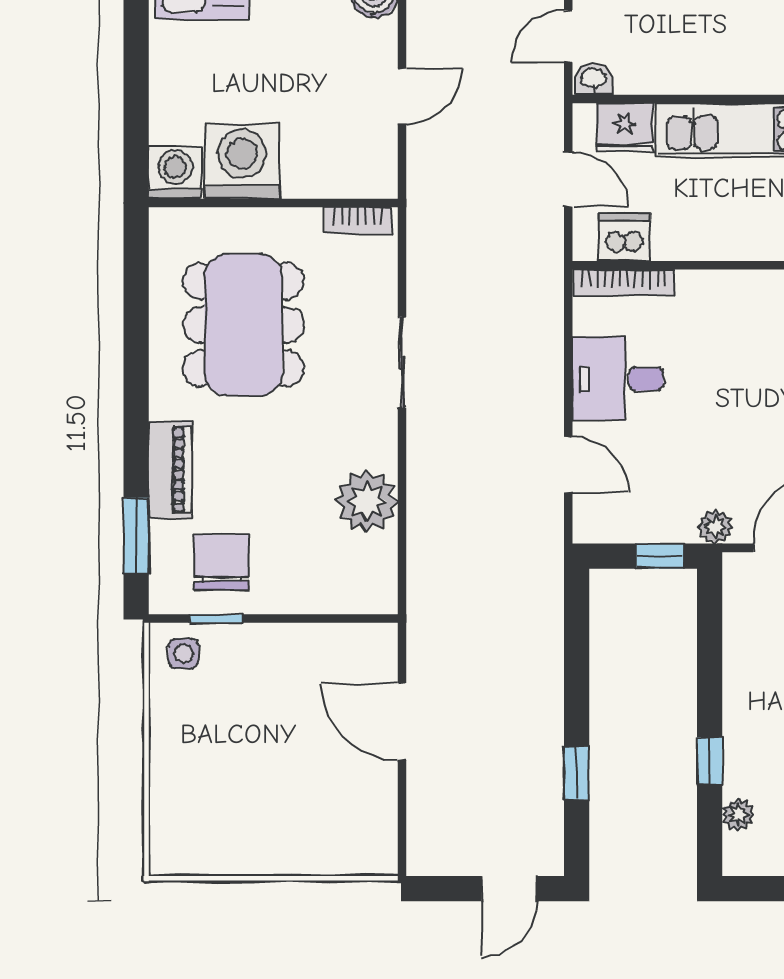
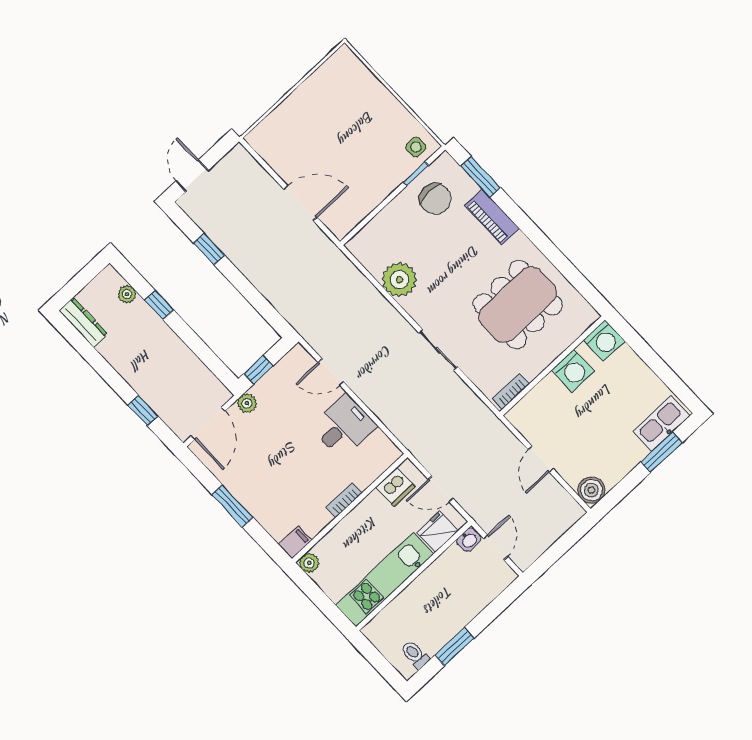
washing machine: (242, 161) -> (573, 371), width x0.73, depth x0.73
bookcase: (624, 282) -> (344, 500), moved, width x0.64
dining table: (243, 325) -> (518, 305), turned 90

